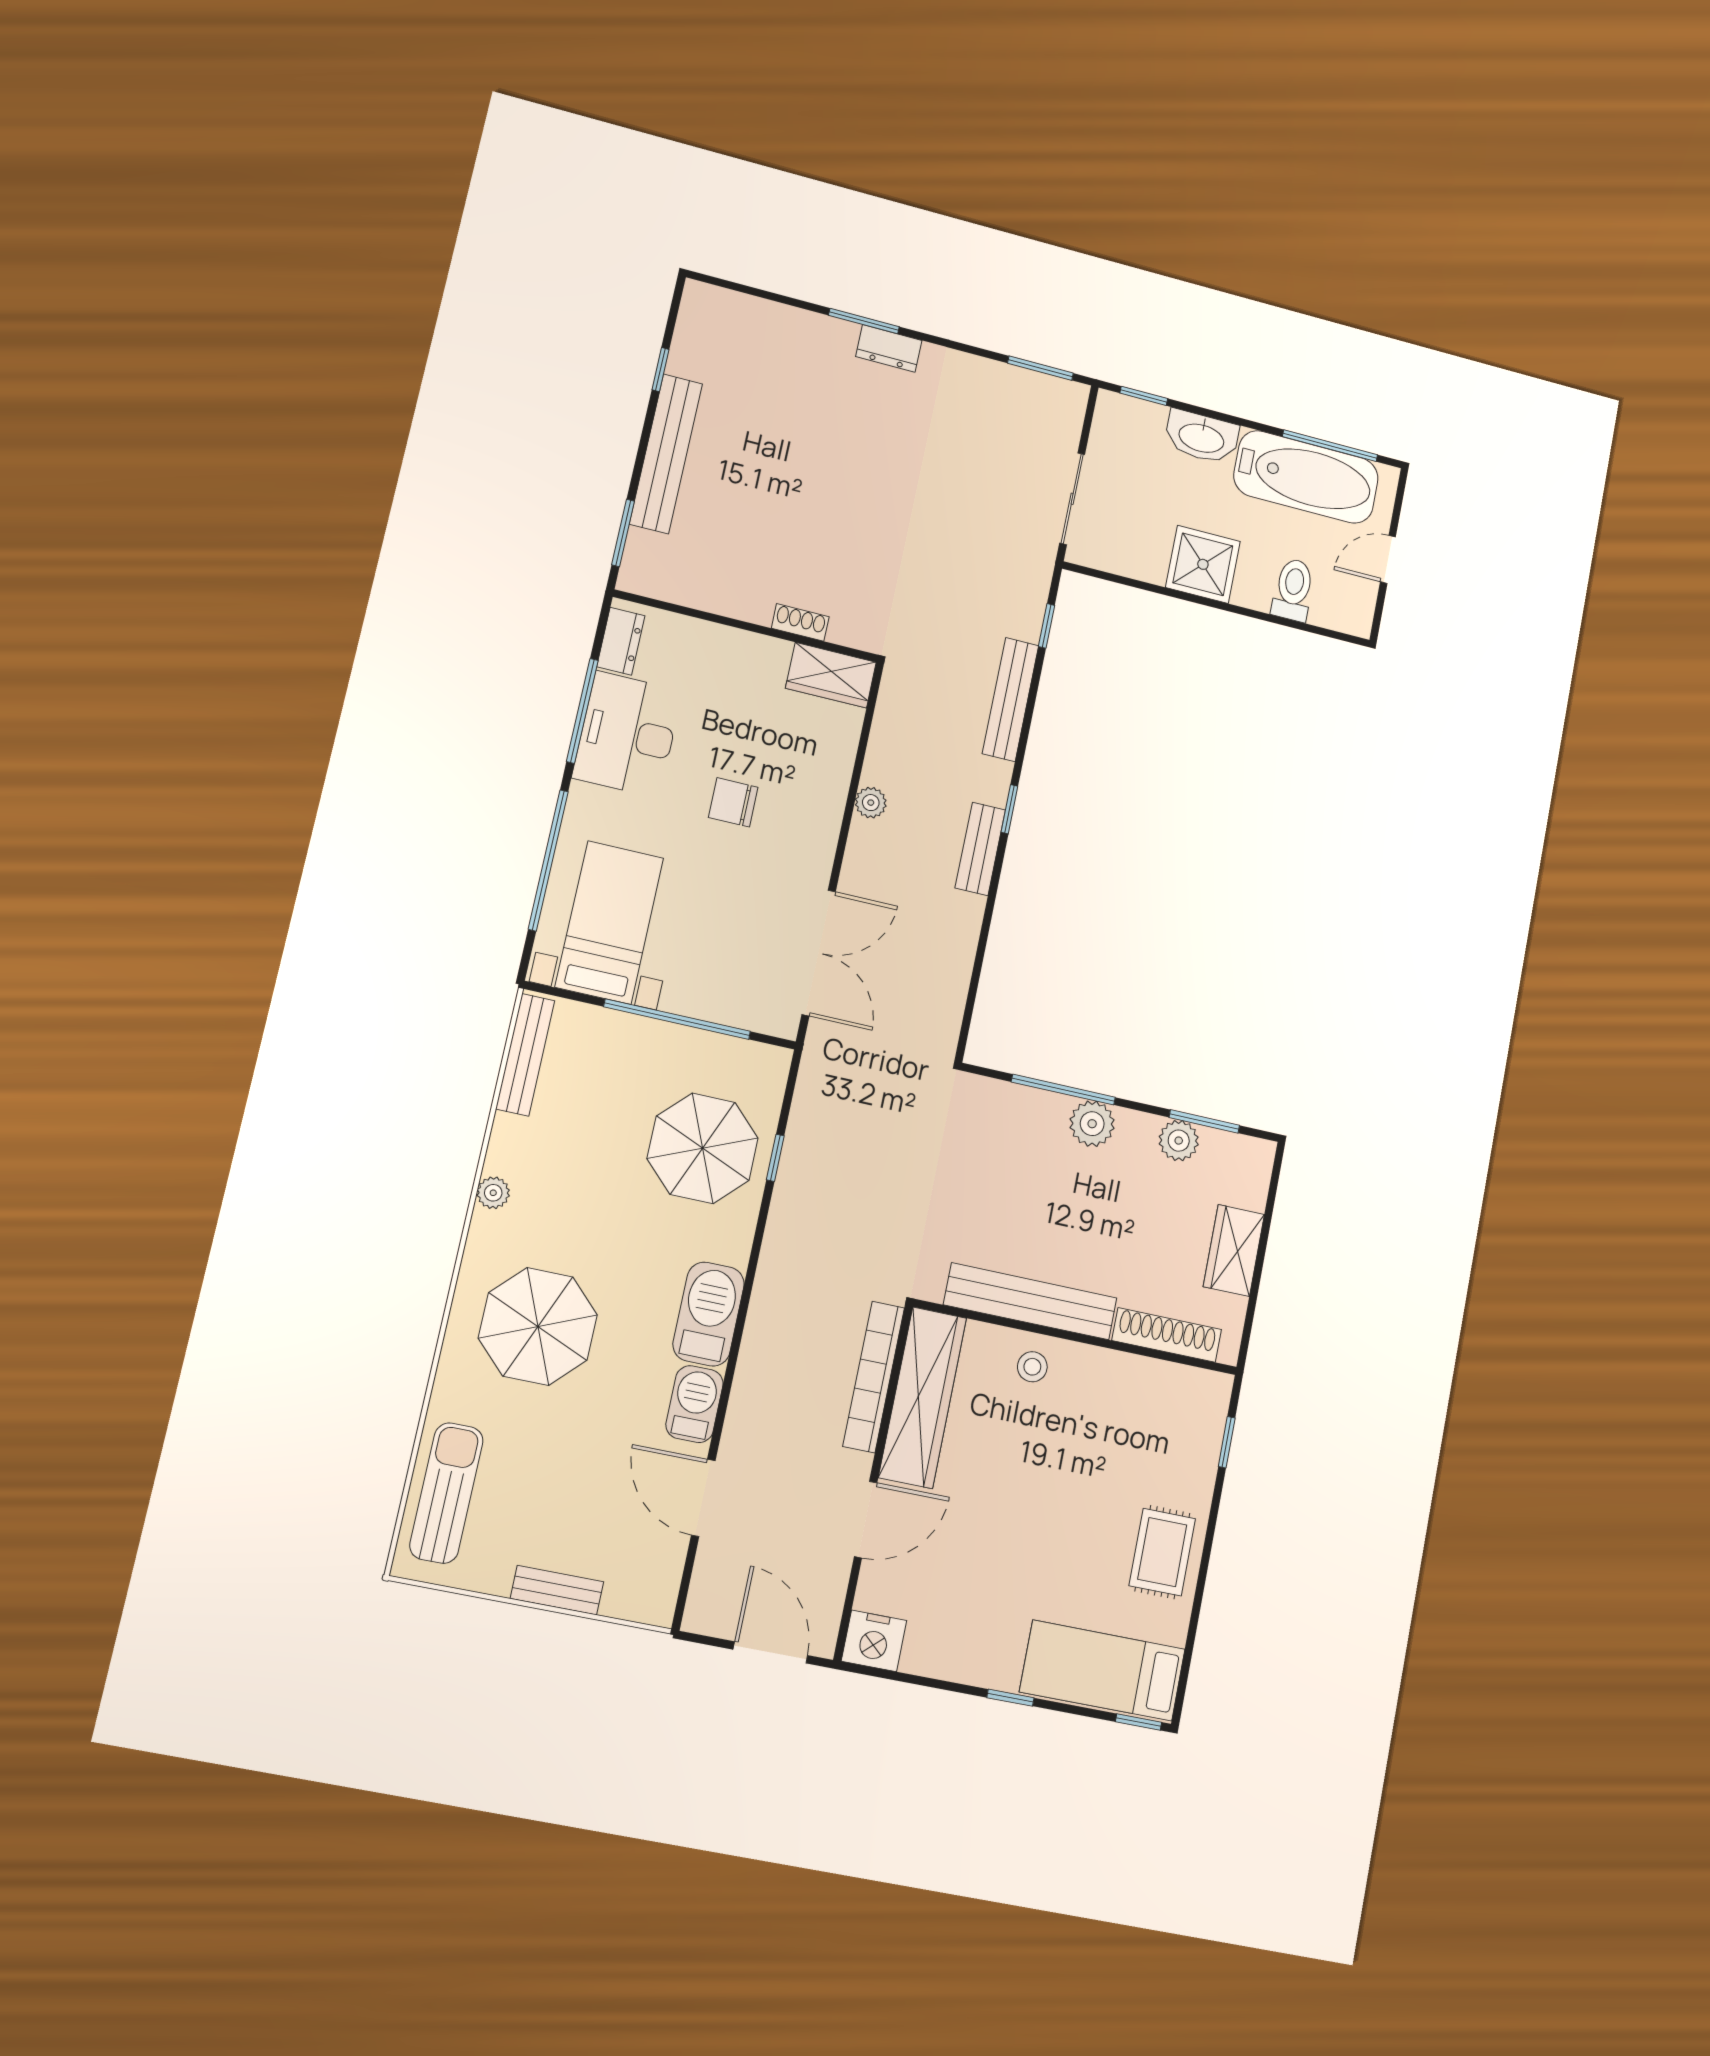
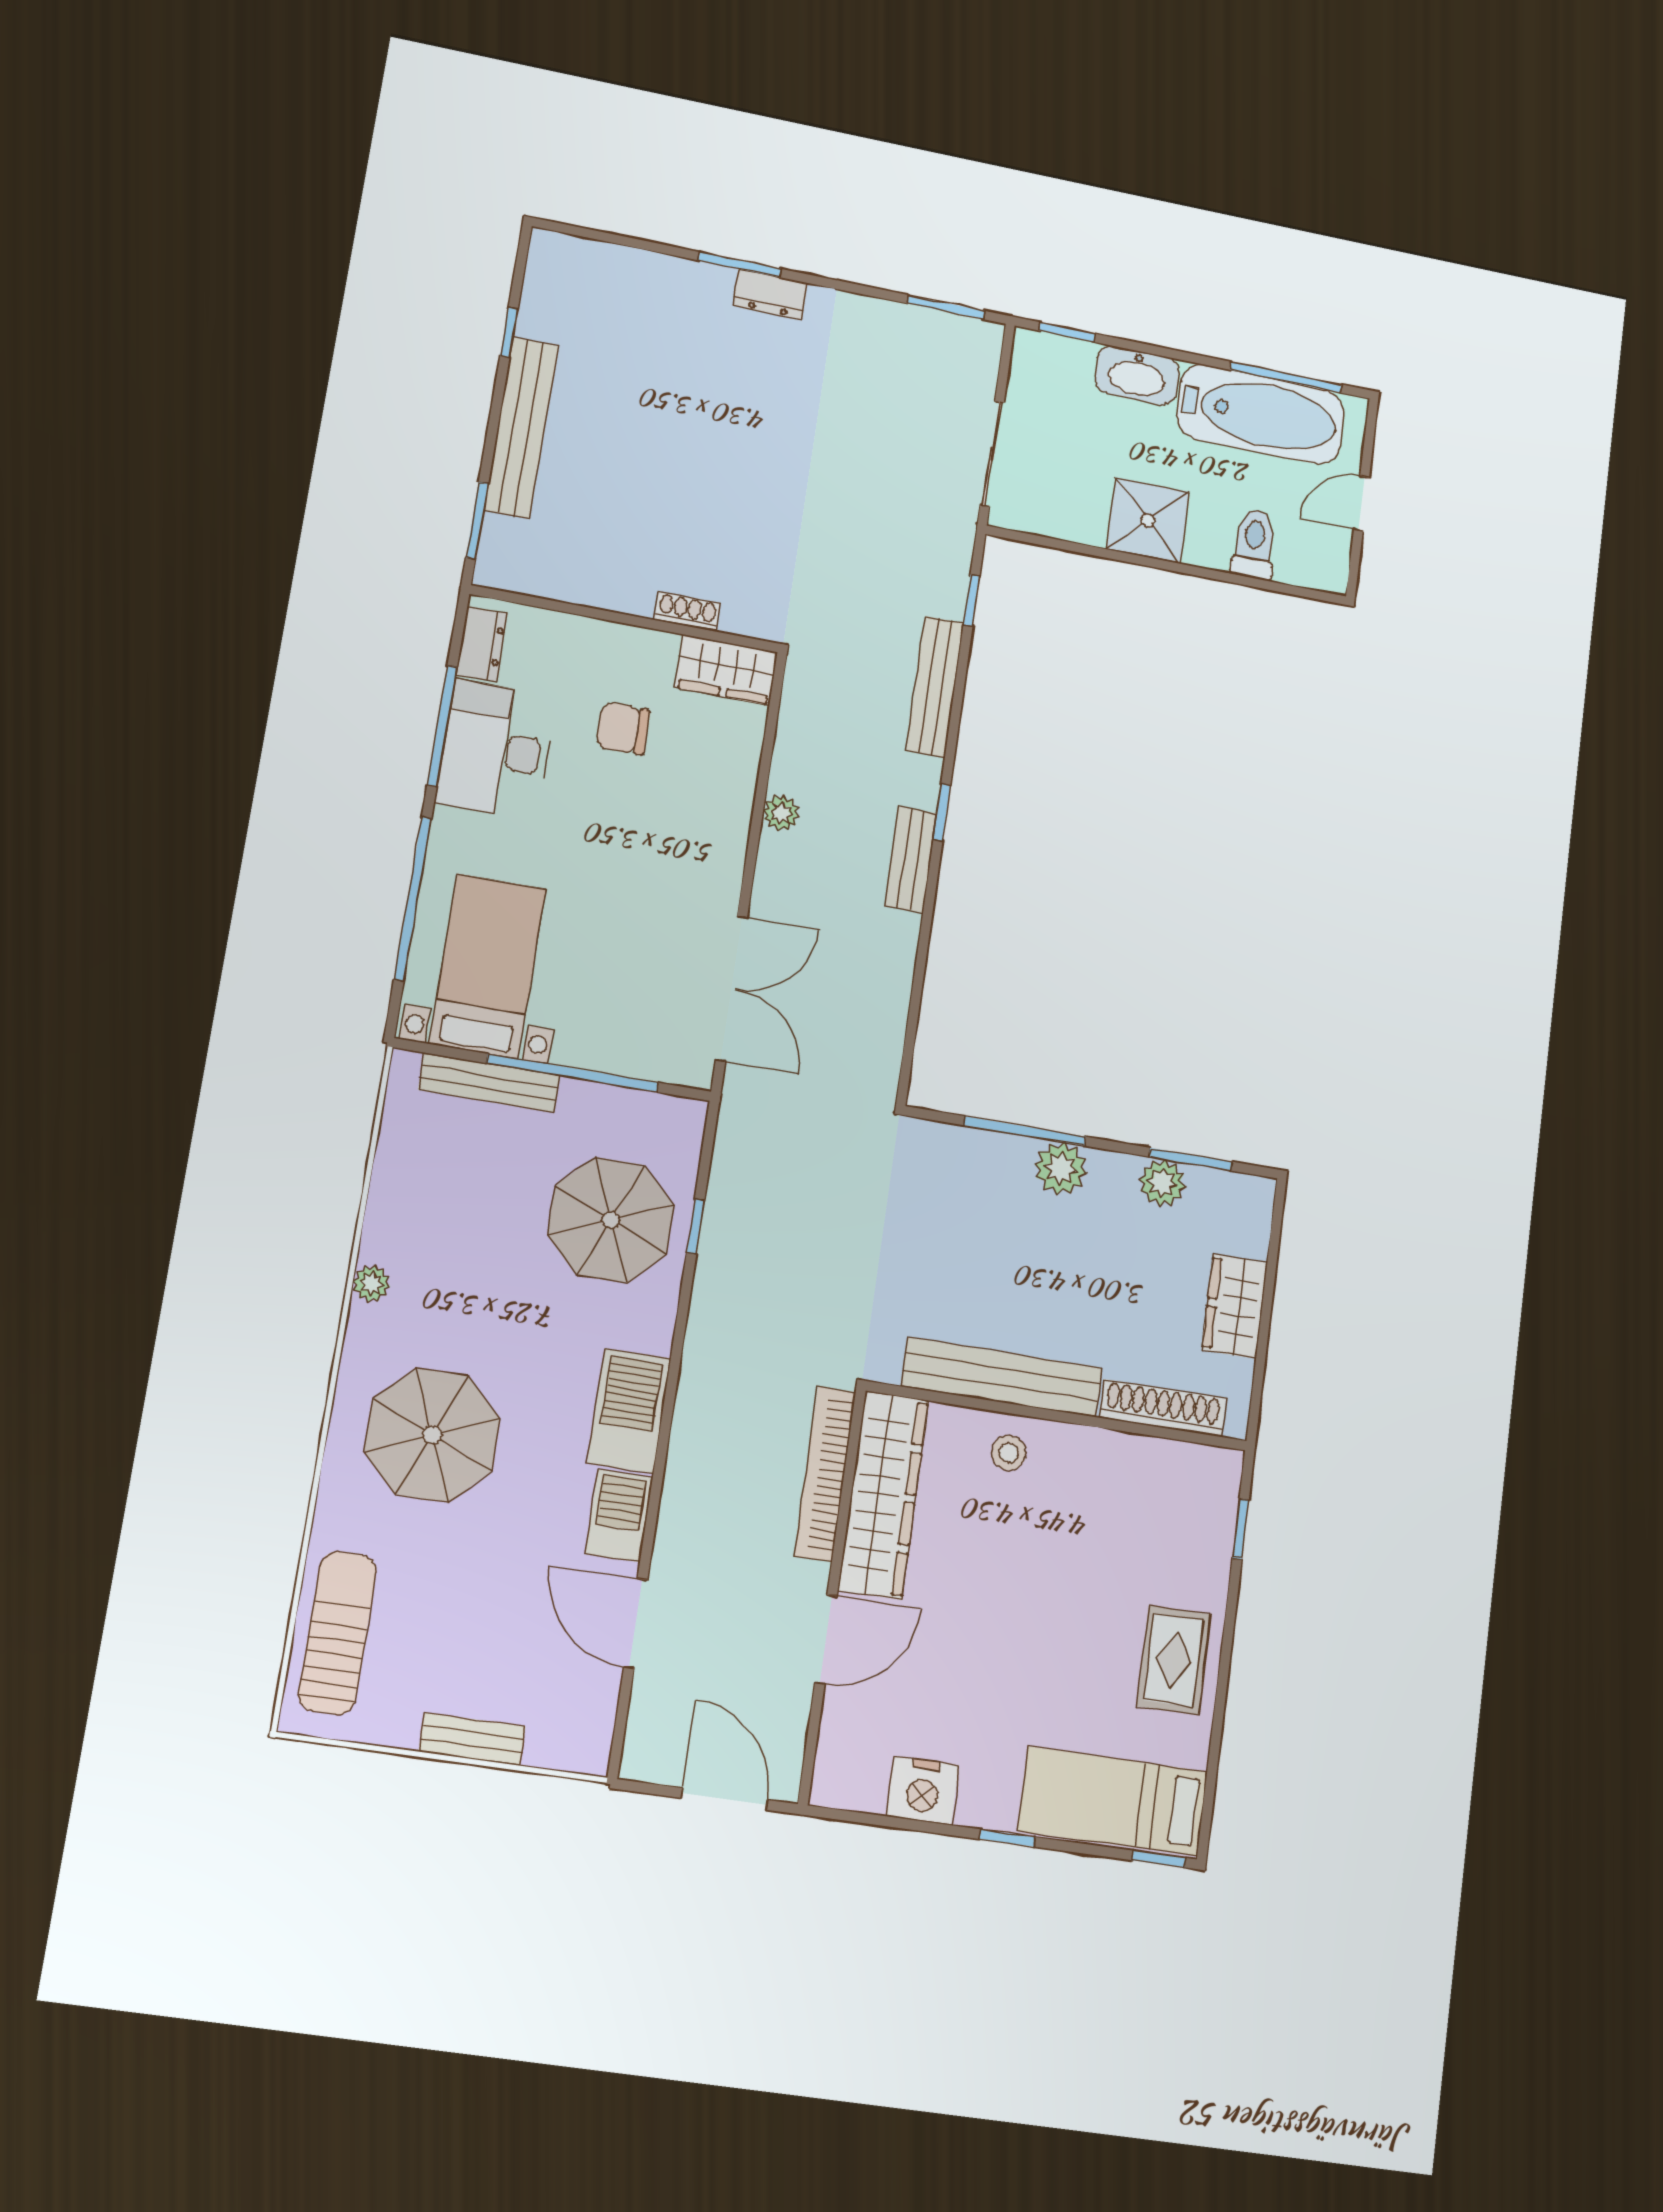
chair: (733, 802) -> (623, 728), moved
bench: (525, 1055) -> (489, 1083), moved, turned 90
nightstand: (874, 1641) -> (923, 1791), moved

